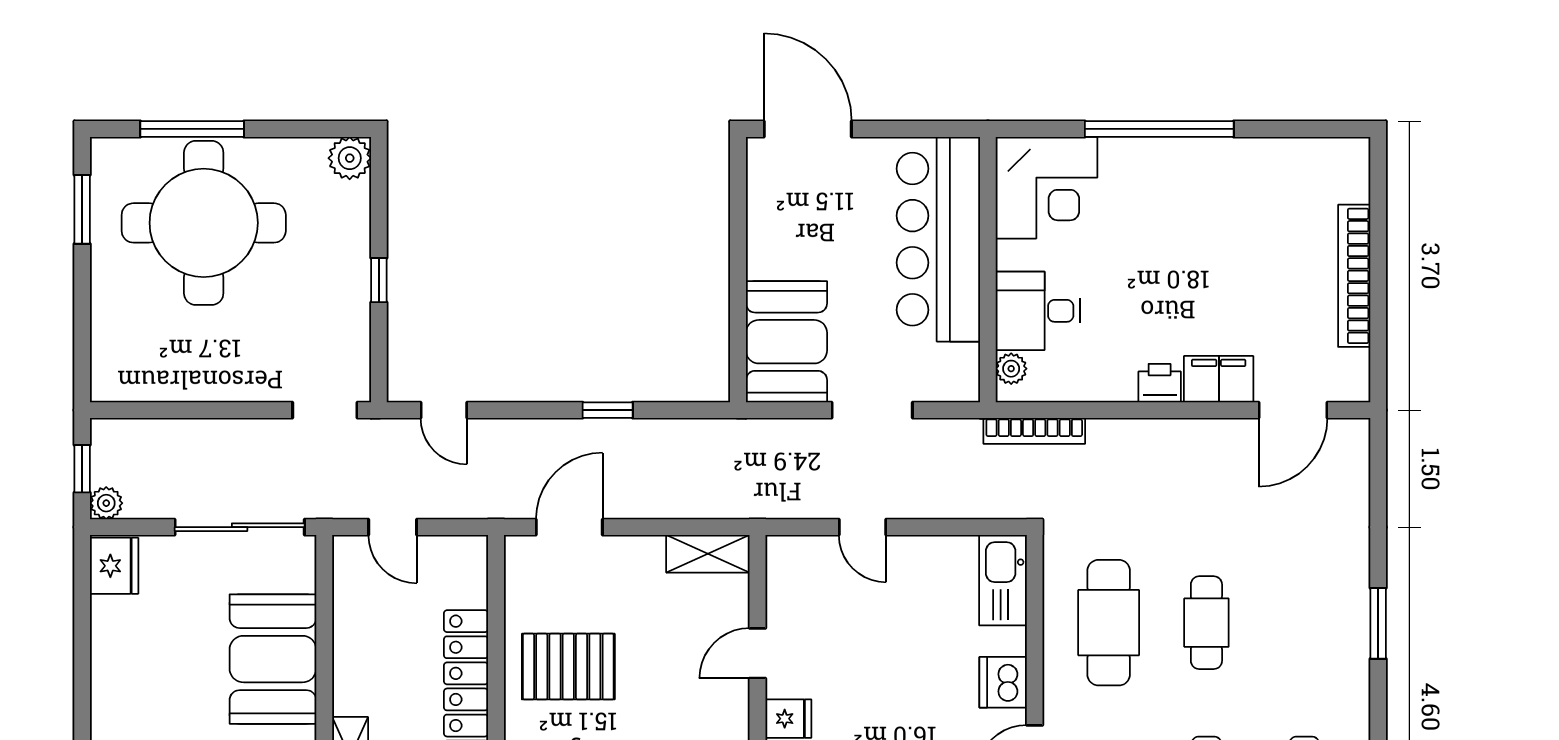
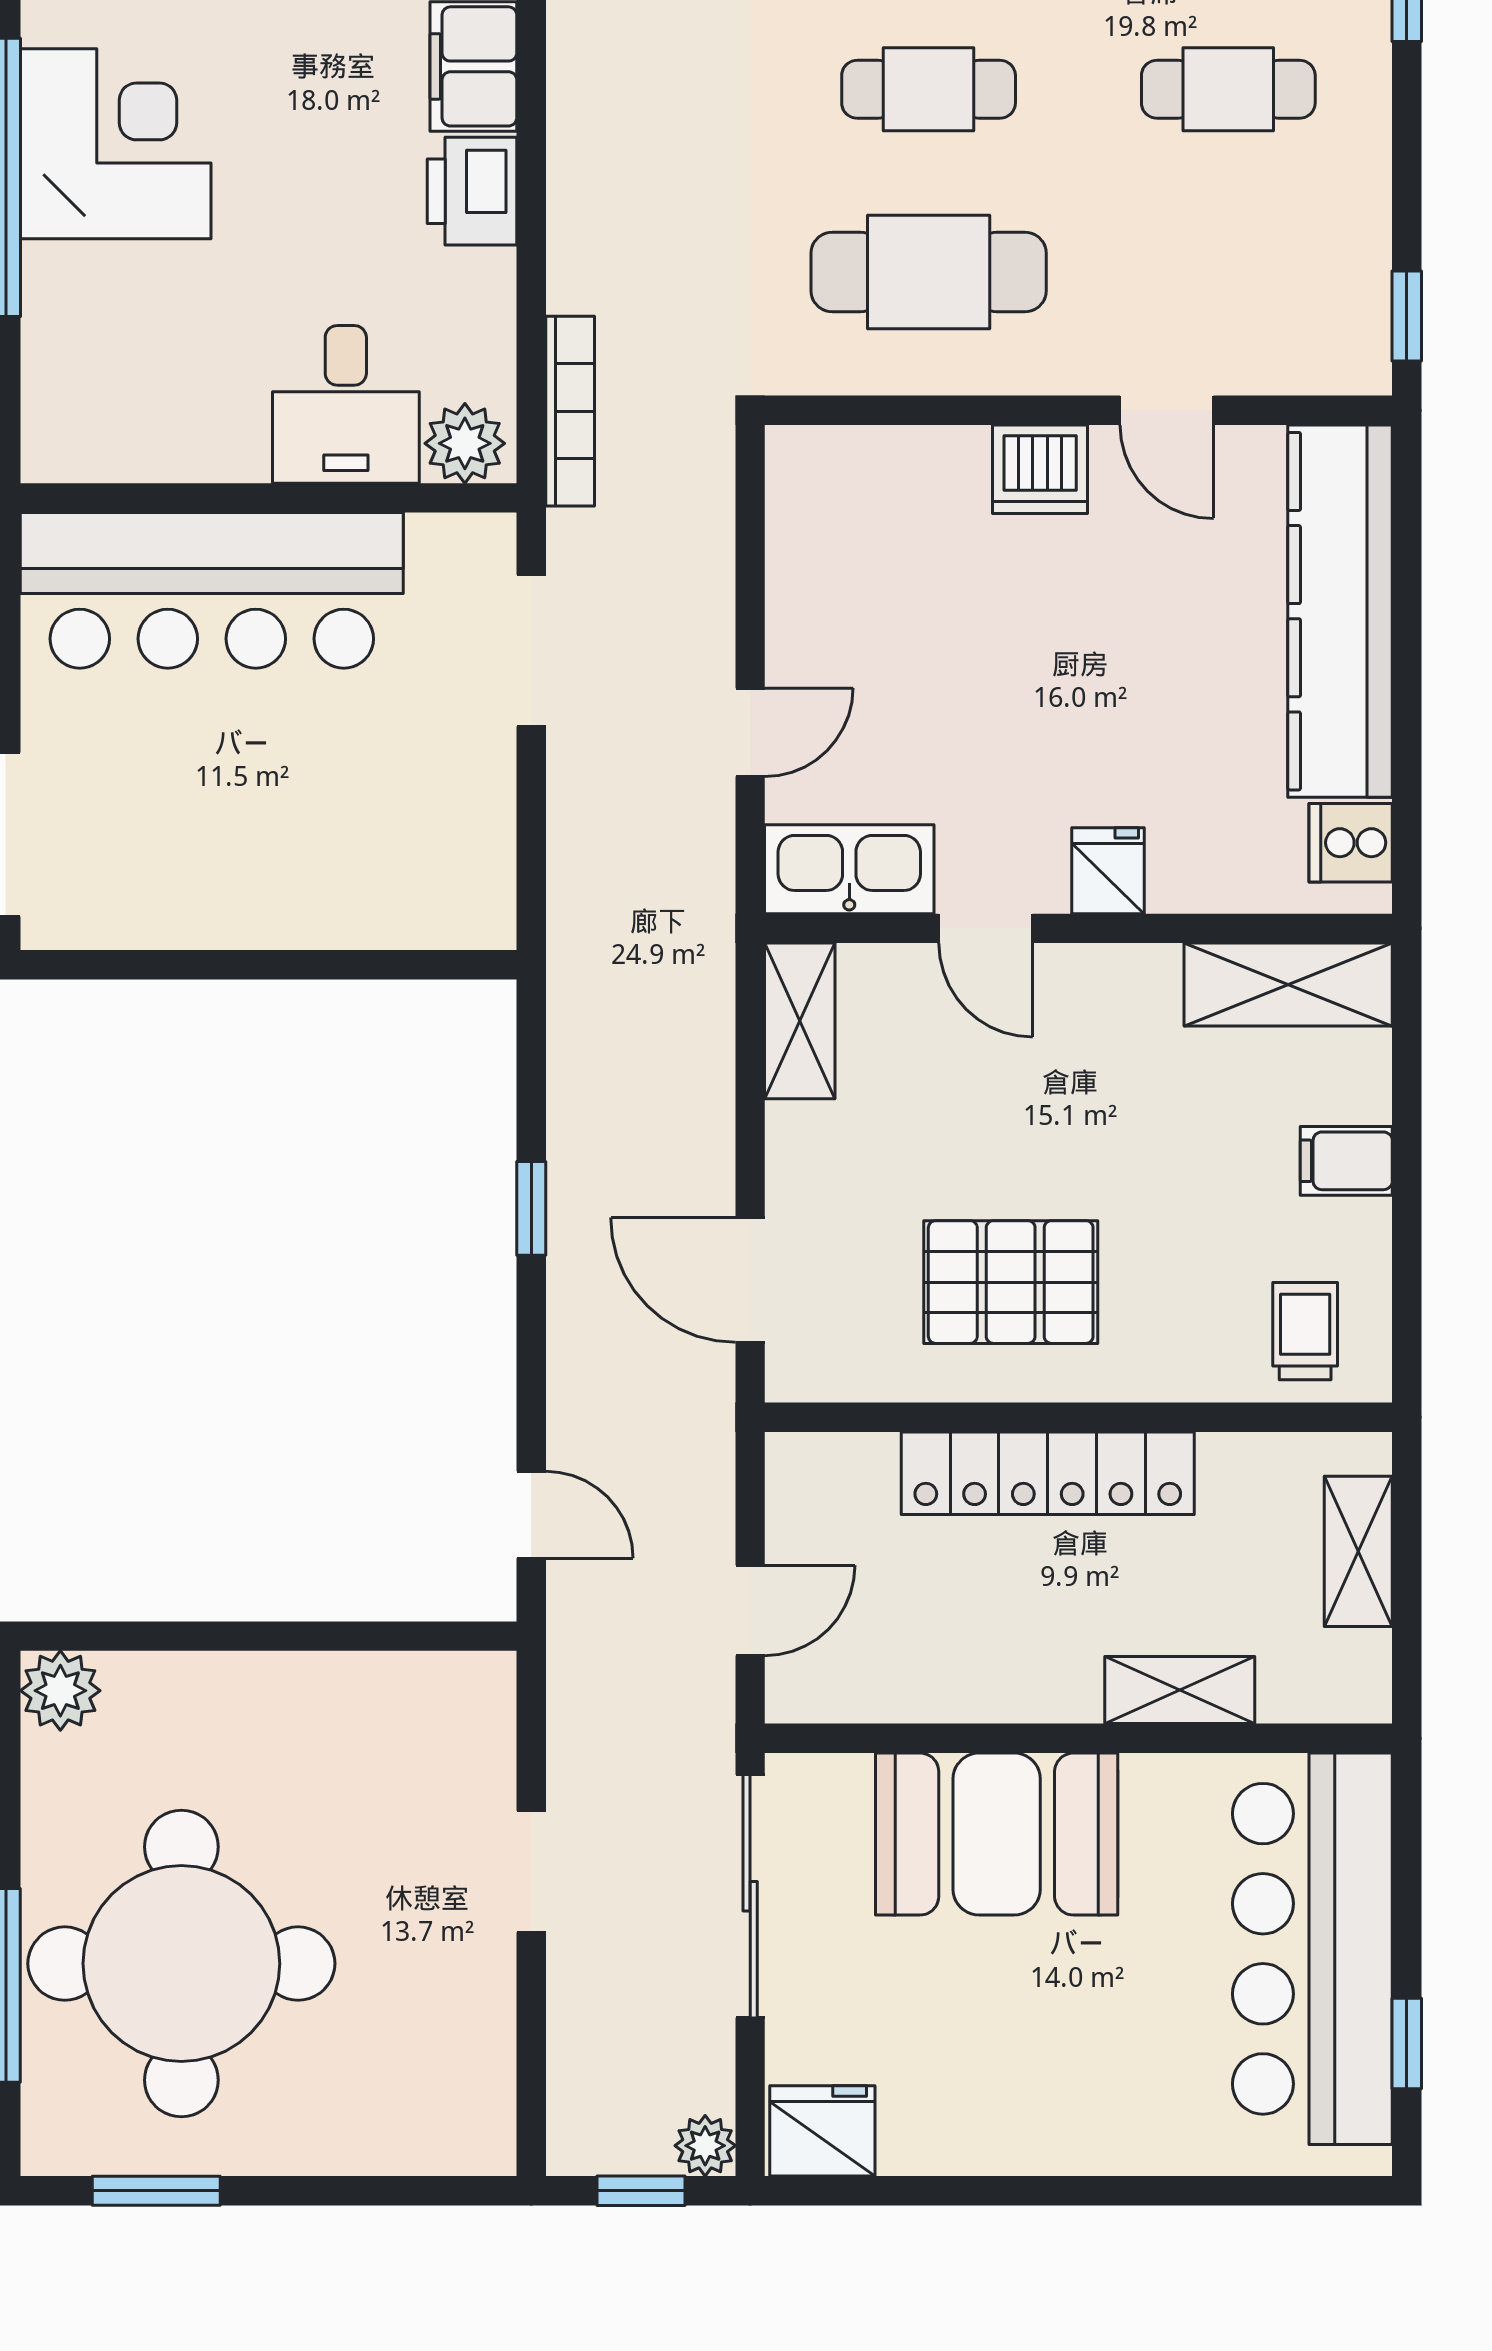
corner desk: (1047, 188) -> (116, 144), moved
window: (379, 280) -> (289, 1636), removed
booth: (786, 342) -> (403, 874), removed
plant: (1011, 369) -> (465, 443), width x1.38, depth x1.38
printer: (1160, 383) -> (472, 191), width x1.36, depth x1.24
doorway: (325, 410) -> (531, 1871), moved
door: (444, 410) -> (531, 1515), hinge flipped
doorway: (872, 410) -> (531, 650), moved
kitchen sink: (1003, 580) -> (849, 869), moved, turned 180
pallet: (568, 667) -> (1011, 1282), turned 90

